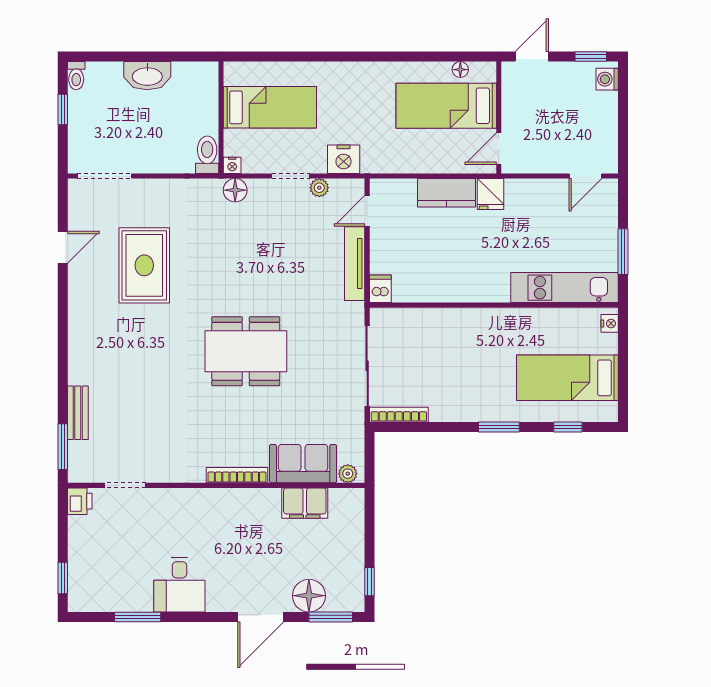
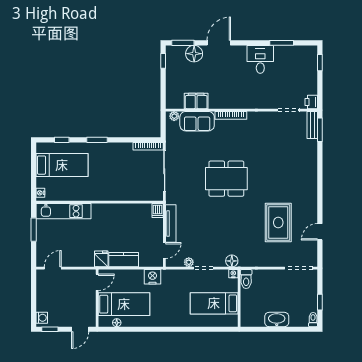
nightstand: (344, 159) -> (152, 277), moved
bench: (78, 413) -> (312, 125), moved

